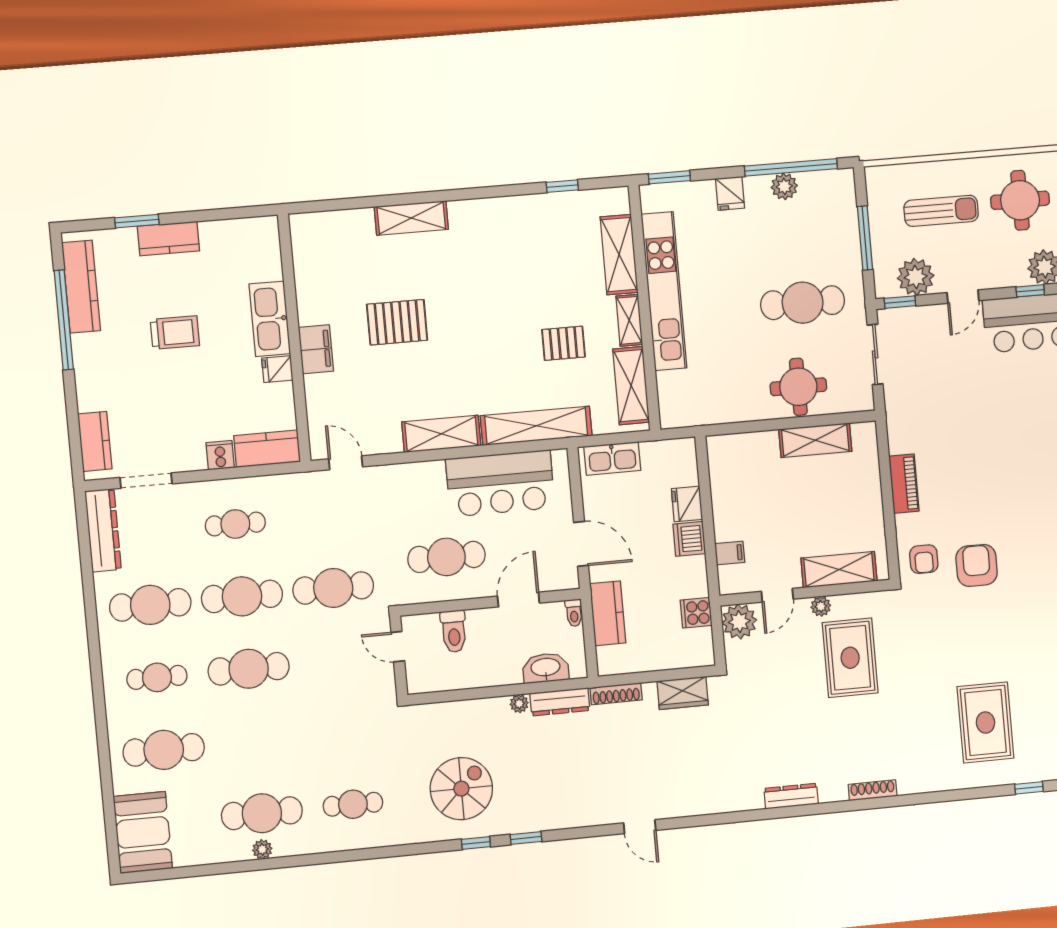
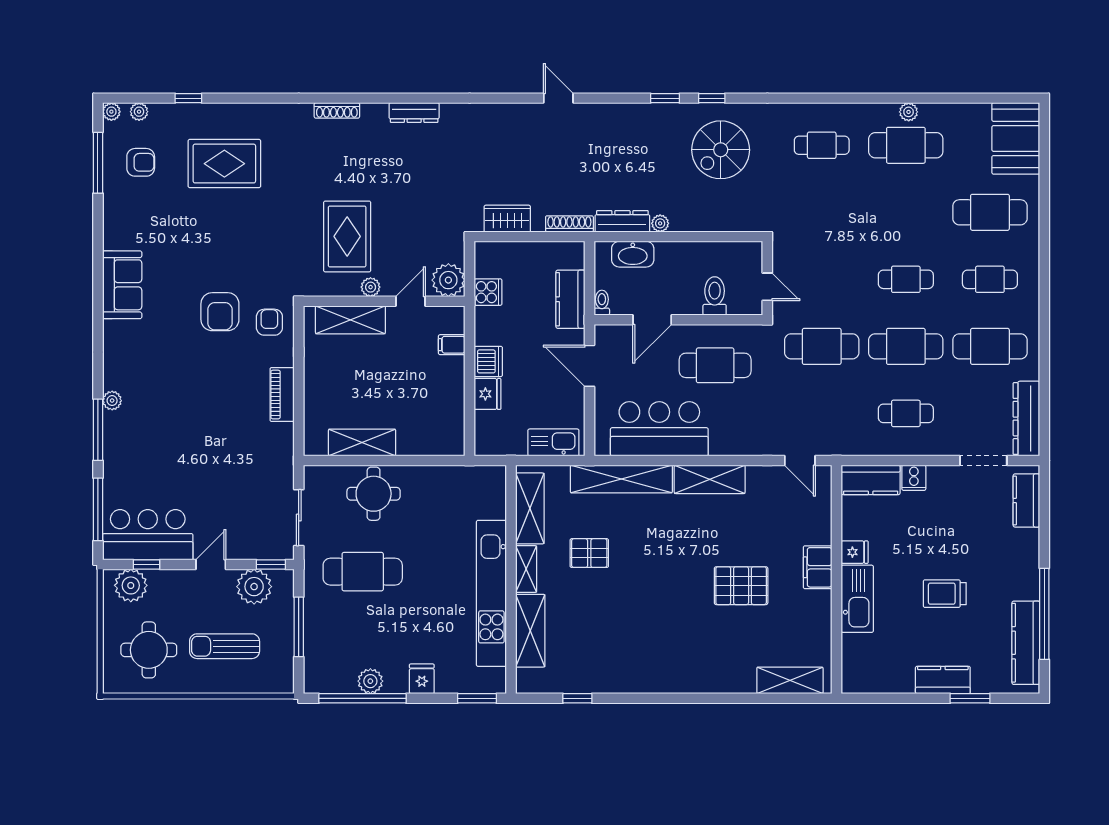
shelving: (411, 218) -> (790, 680), moved
cafe table: (249, 669) -> (906, 279), width x0.73, depth x0.74
rug: (985, 722) -> (224, 164), turned 90

